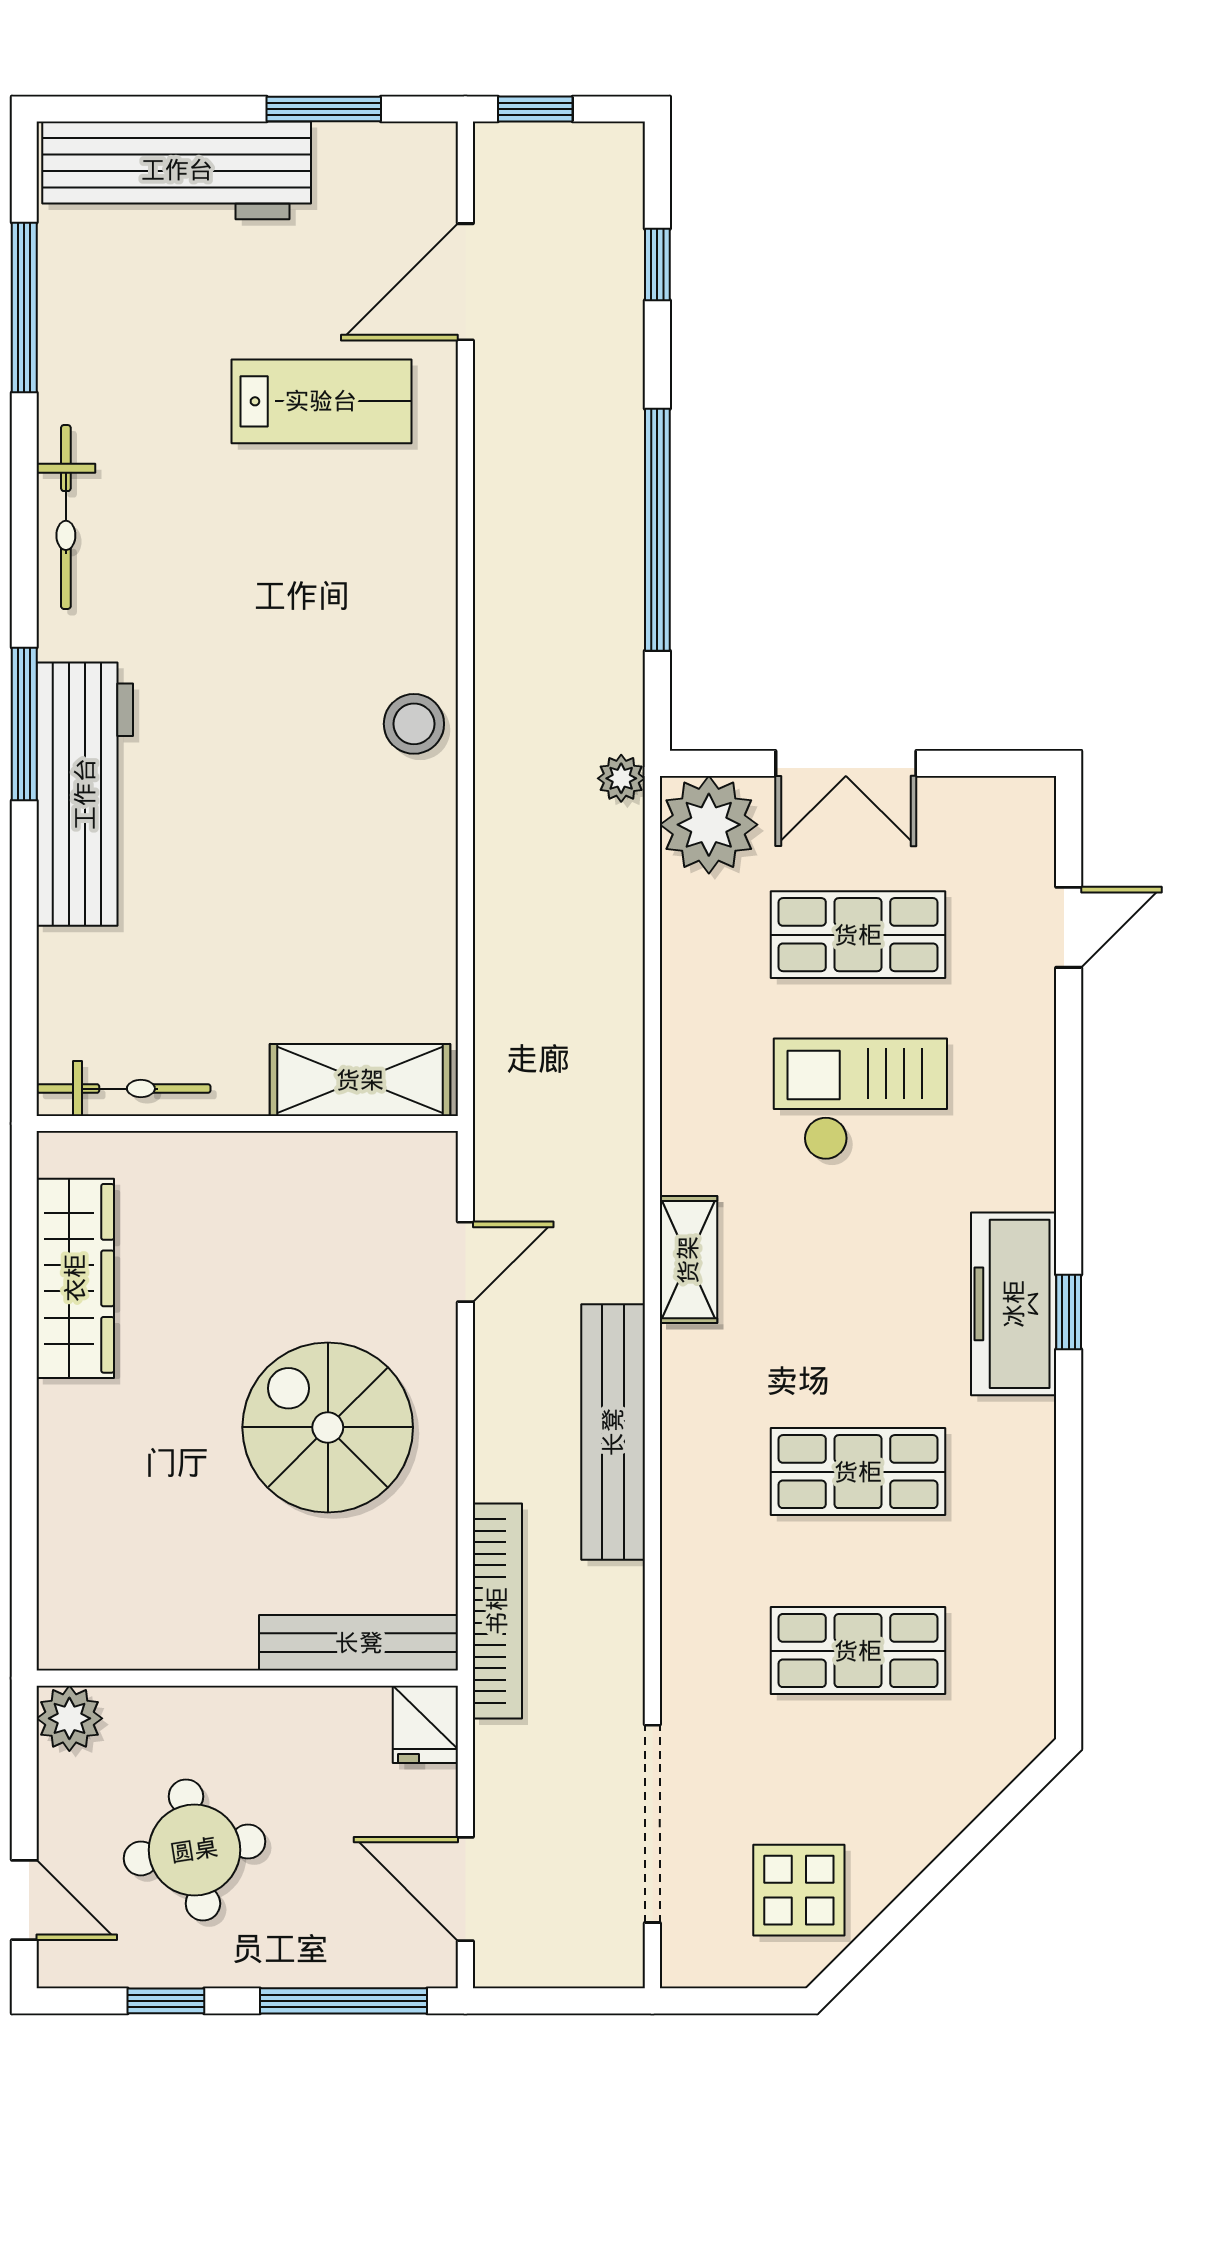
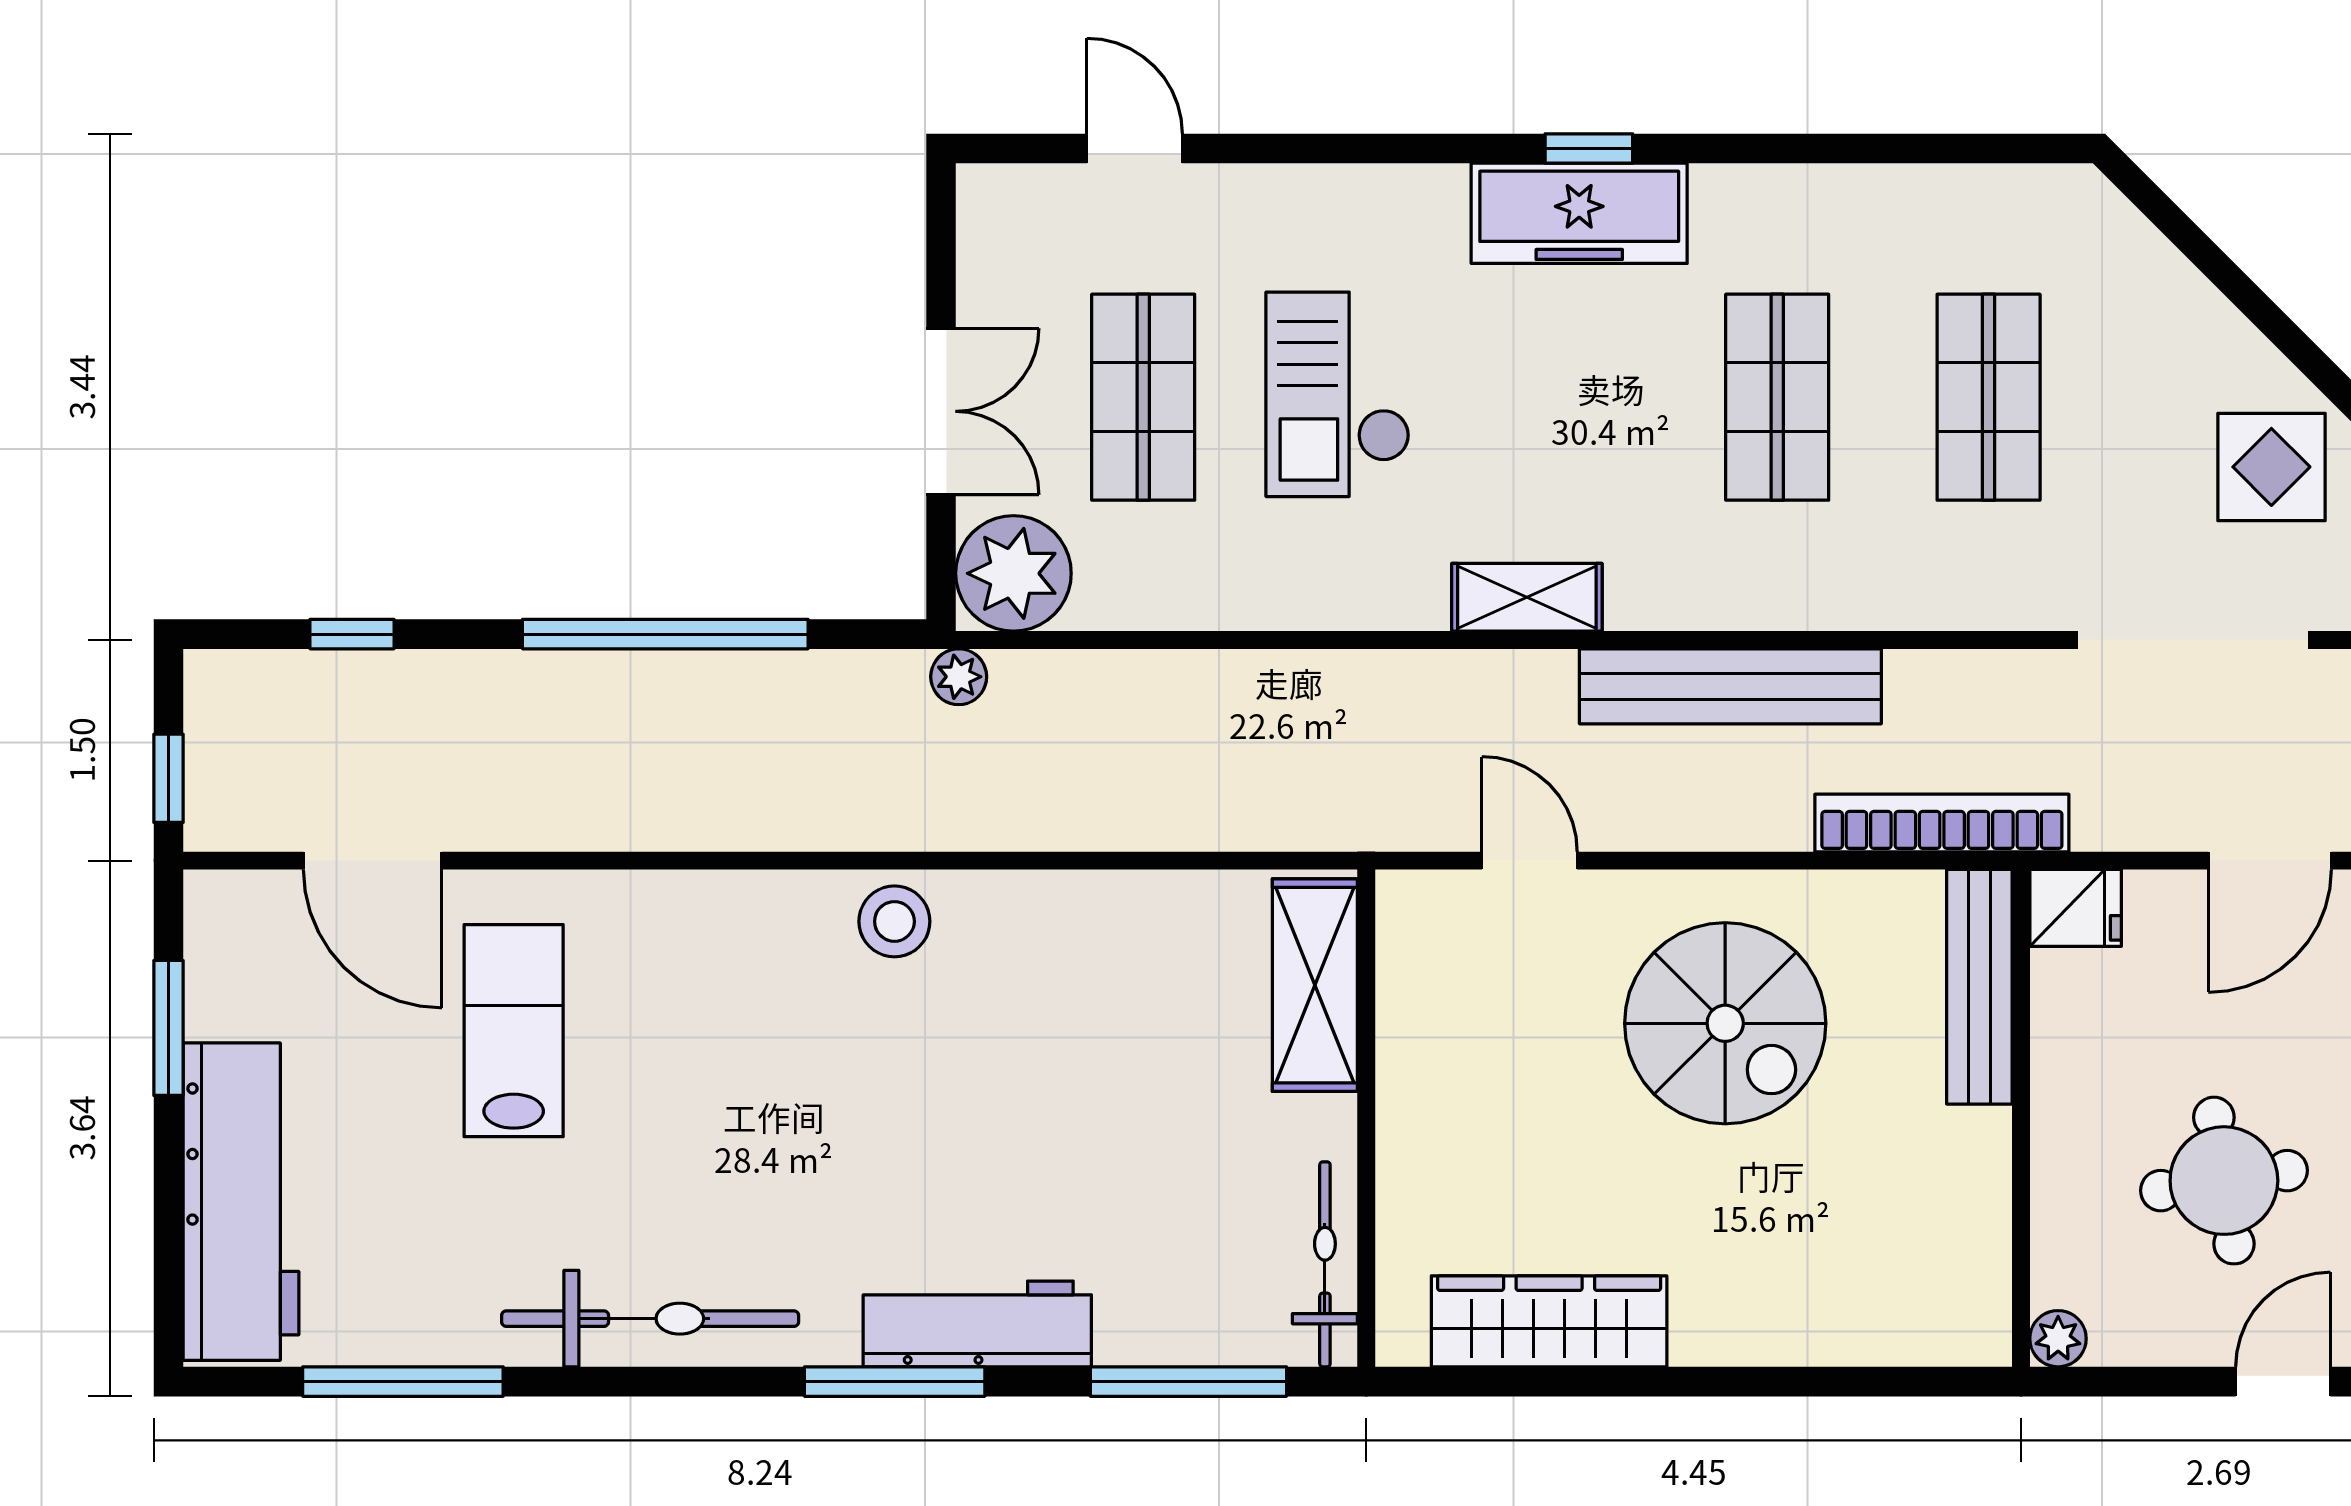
bicycle: (66, 517) -> (650, 1319), width x1.37, depth x1.40
workbench: (85, 794) -> (977, 1324), width x0.73, depth x0.76
window: (24, 973) -> (1188, 1382), added
spiral stairs: (328, 1427) -> (1725, 1023), turned -90
plant: (69, 1718) -> (2058, 1339), width x0.73, depth x0.73

